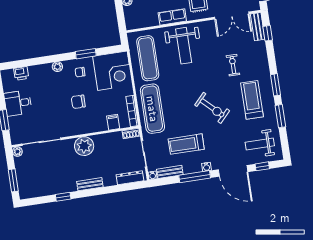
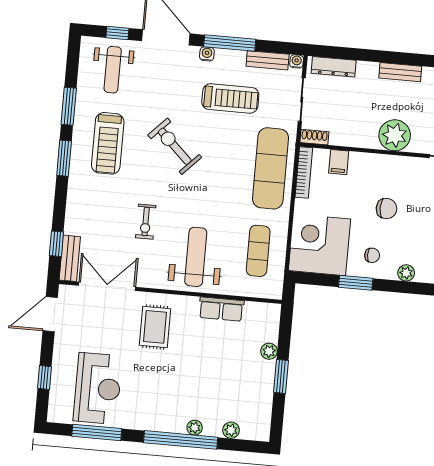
row of seats: (172, 17) -> (221, 309), moved
exercise mat: (148, 58) -> (258, 251), width x0.73, depth x0.69
exercise bike: (233, 65) -> (146, 222), moved
weight bench: (260, 144) -> (113, 70), turned 90

